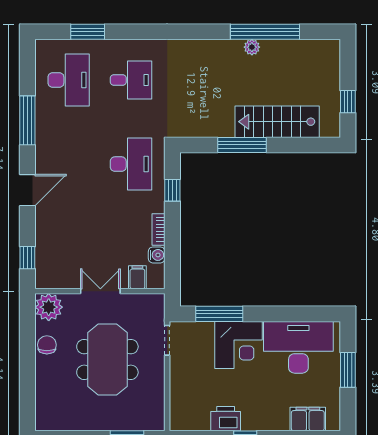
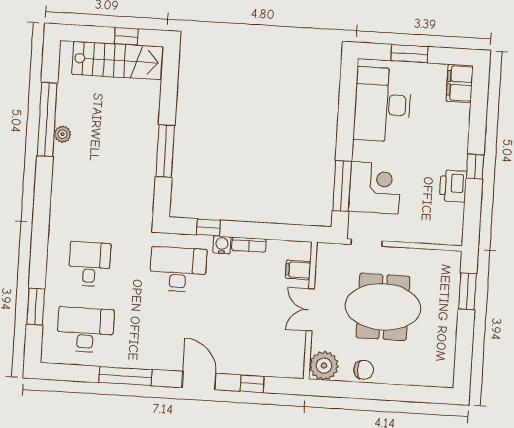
stairs: (277, 122) -> (117, 60), moved, turned -90
water cooler: (157, 255) -> (222, 245), moved
window: (27, 258) -> (252, 384), moved
chair: (47, 345) -> (364, 370), turned 180
corner desk: (239, 345) -> (375, 188), moved
filing cabinet: (308, 419) -> (460, 83), moved

